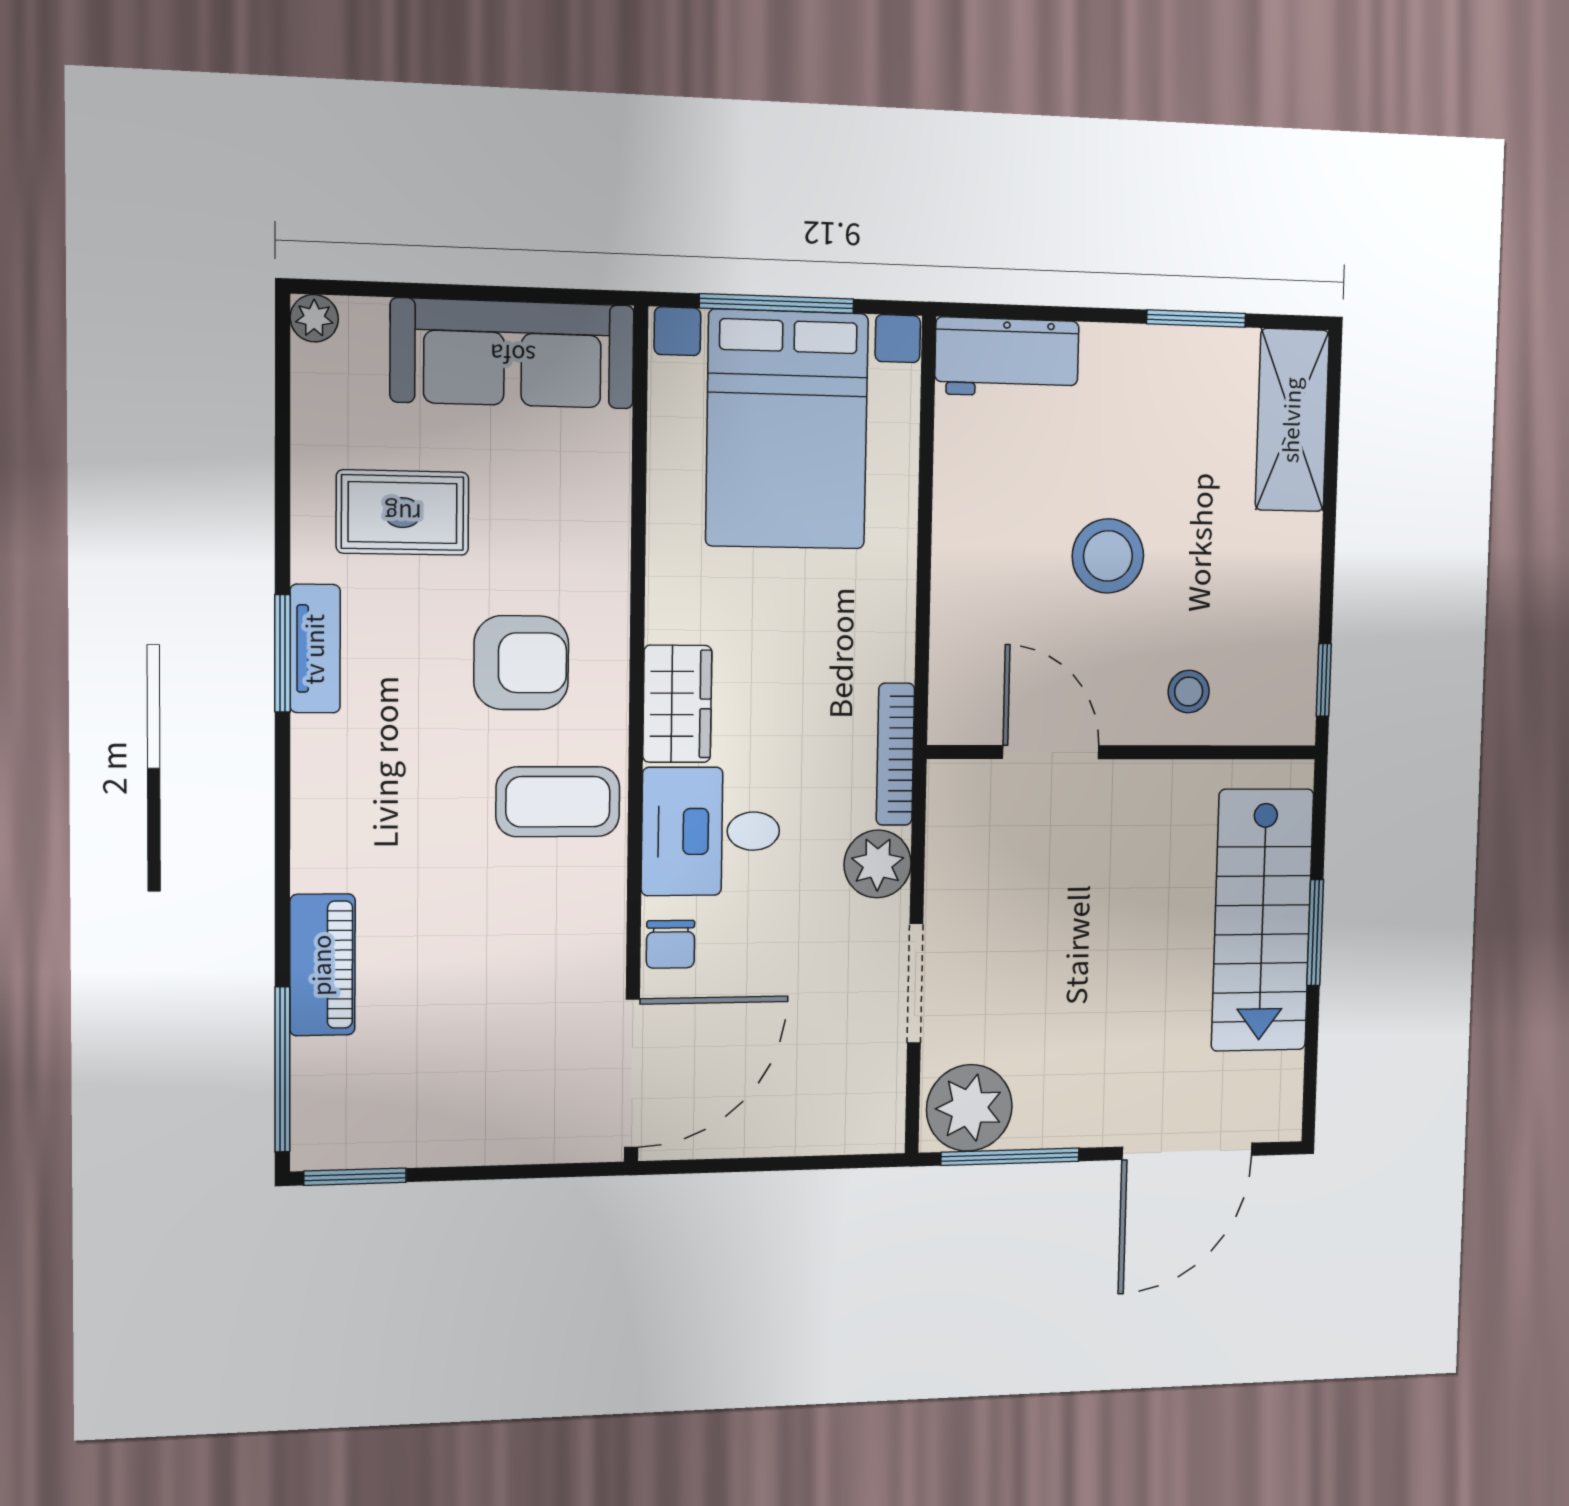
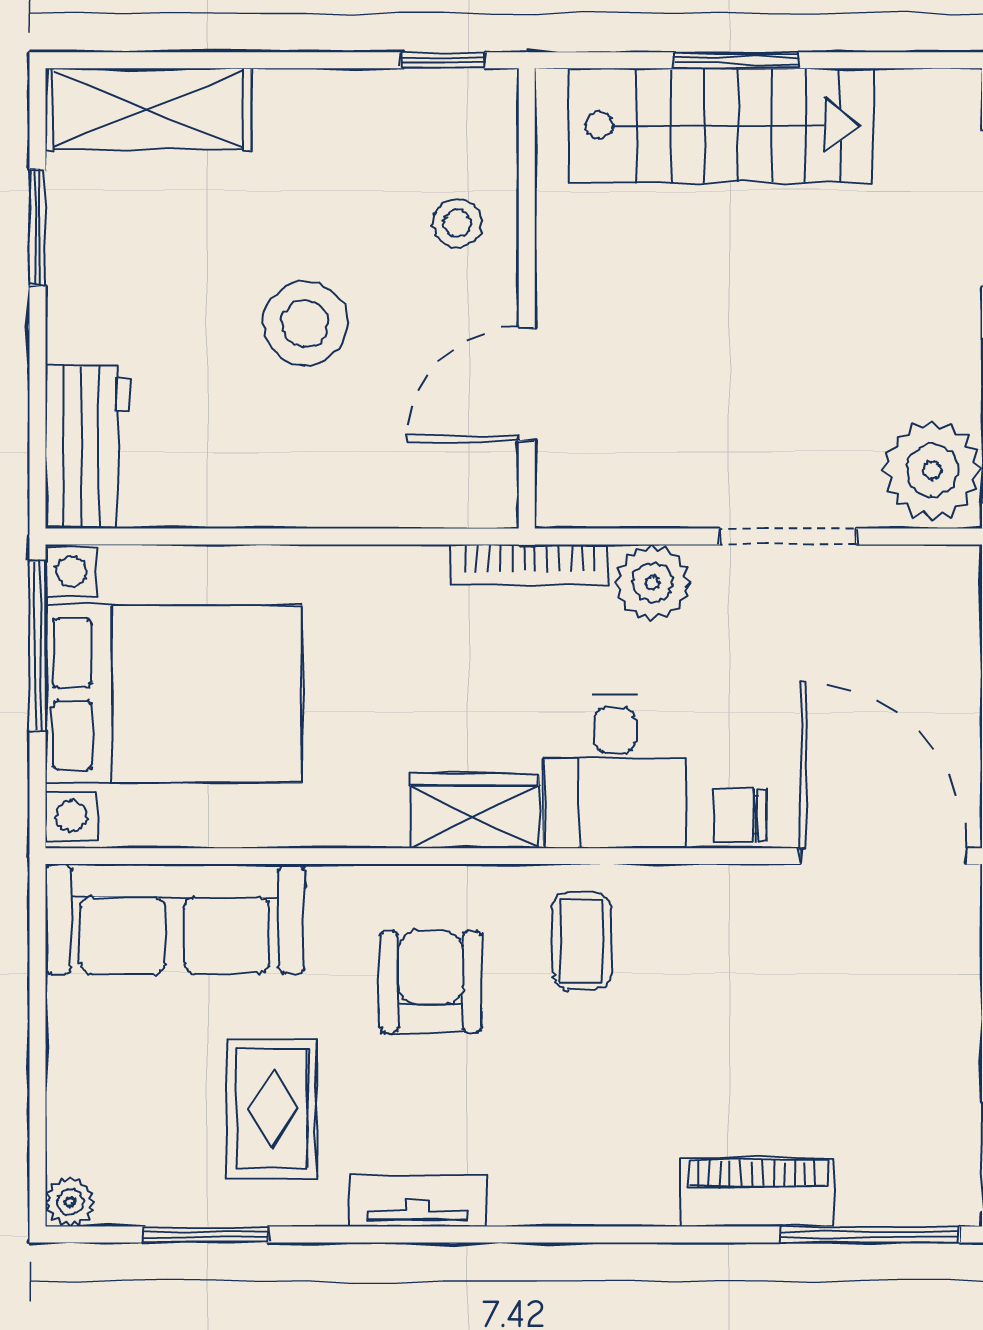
window: (777, 303) -> (38, 646), moved
sofa: (513, 354) -> (175, 919), moved, turned 90
window: (283, 653) -> (206, 1234), moved
coffee table: (558, 802) -> (582, 941), width x0.73, depth x0.77
chair: (670, 944) -> (740, 815), turned 180

